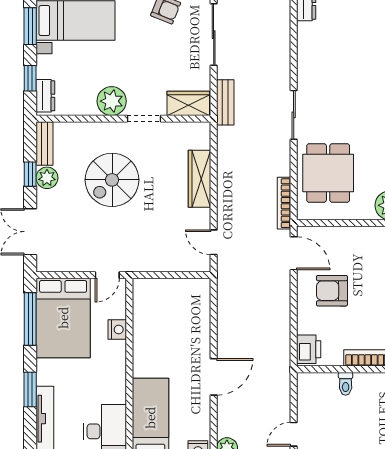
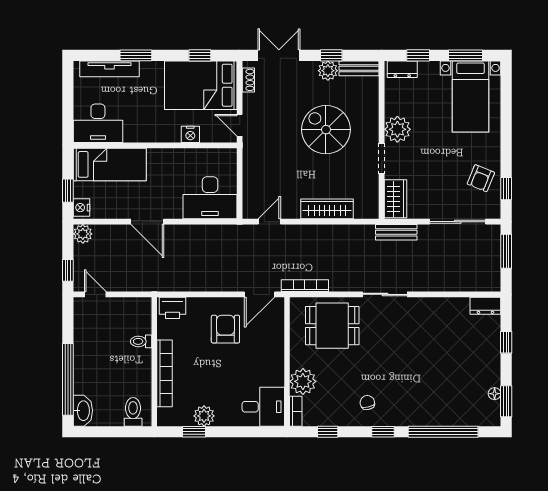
shoe rack: (57, 265) -> (248, 80), added
desk: (187, 308) -> (210, 198), added
window: (30, 319) -> (200, 55), width x0.46

